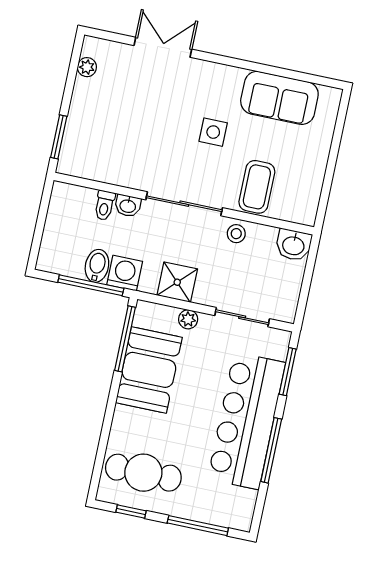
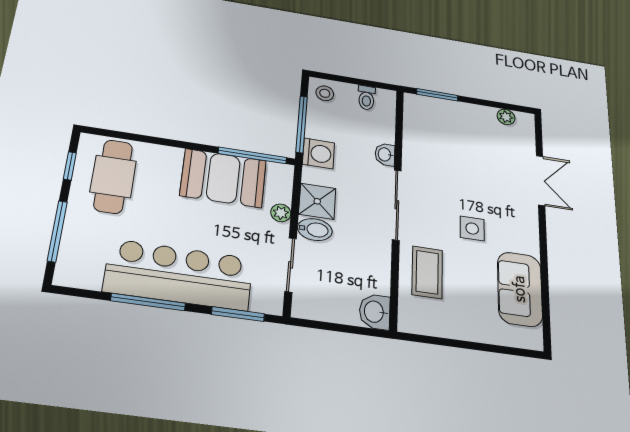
coffee table: (257, 187) -> (427, 272), turned 90
toilet: (104, 205) -> (366, 98), moved, turned -90
stool: (236, 234) -> (325, 93), moved
bidet: (97, 266) -> (315, 230), moved

